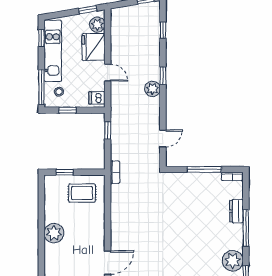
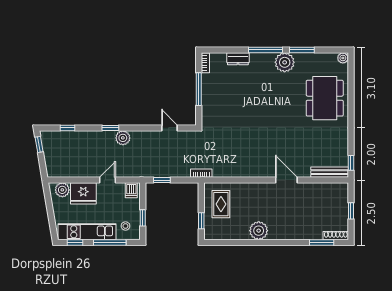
window: (88, 10) -> (48, 199), removed
window: (41, 87) -> (110, 242), moved
window: (246, 228) -> (266, 50), moved

